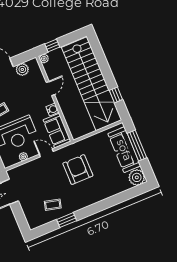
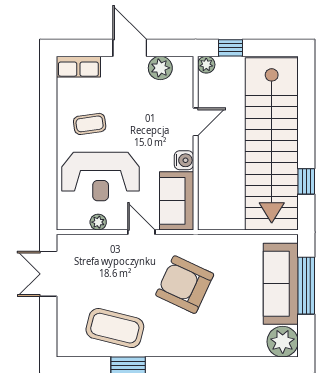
armchair: (78, 170) -> (185, 285), turned -65
coffee table: (53, 205) -> (115, 328), width x1.86, depth x1.72

